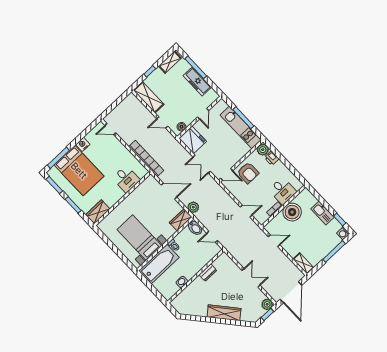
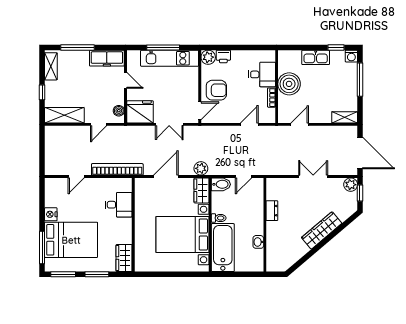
freezer: (197, 81) -> (107, 58), moved
door: (110, 129) -> (76, 176), moved
bed with nightstands: (139, 238) -> (182, 235), width x1.36

